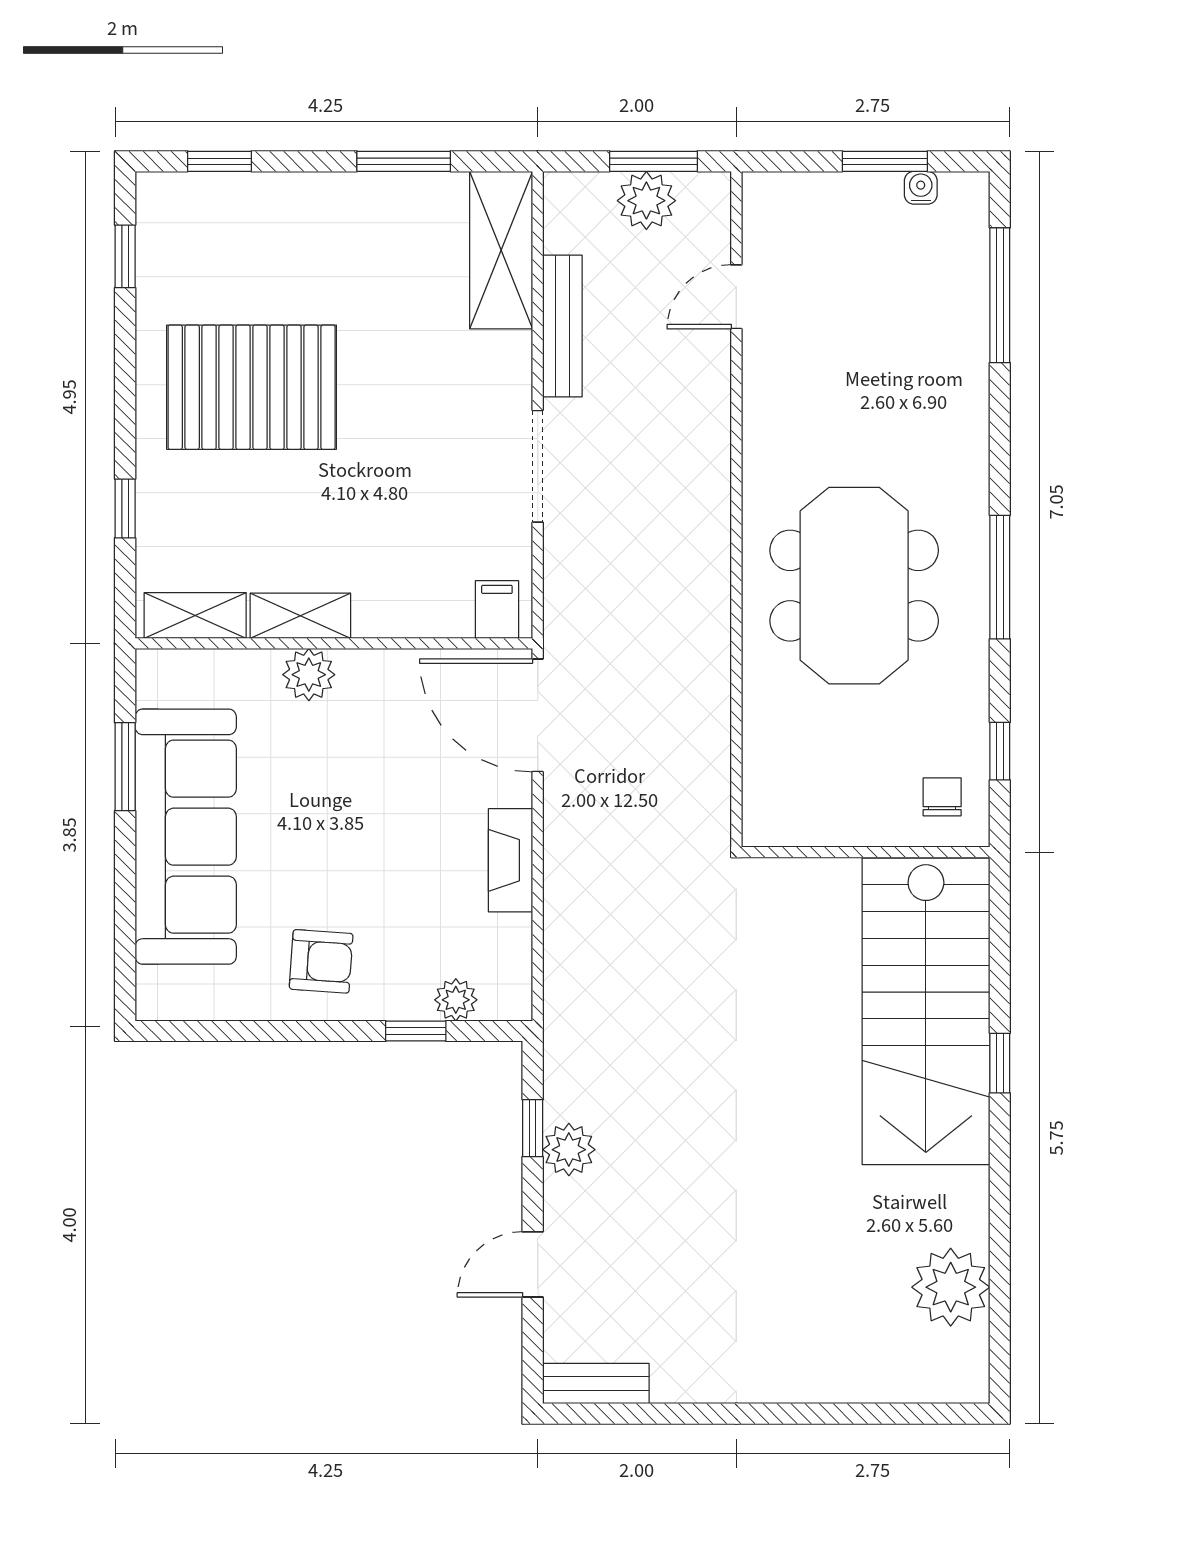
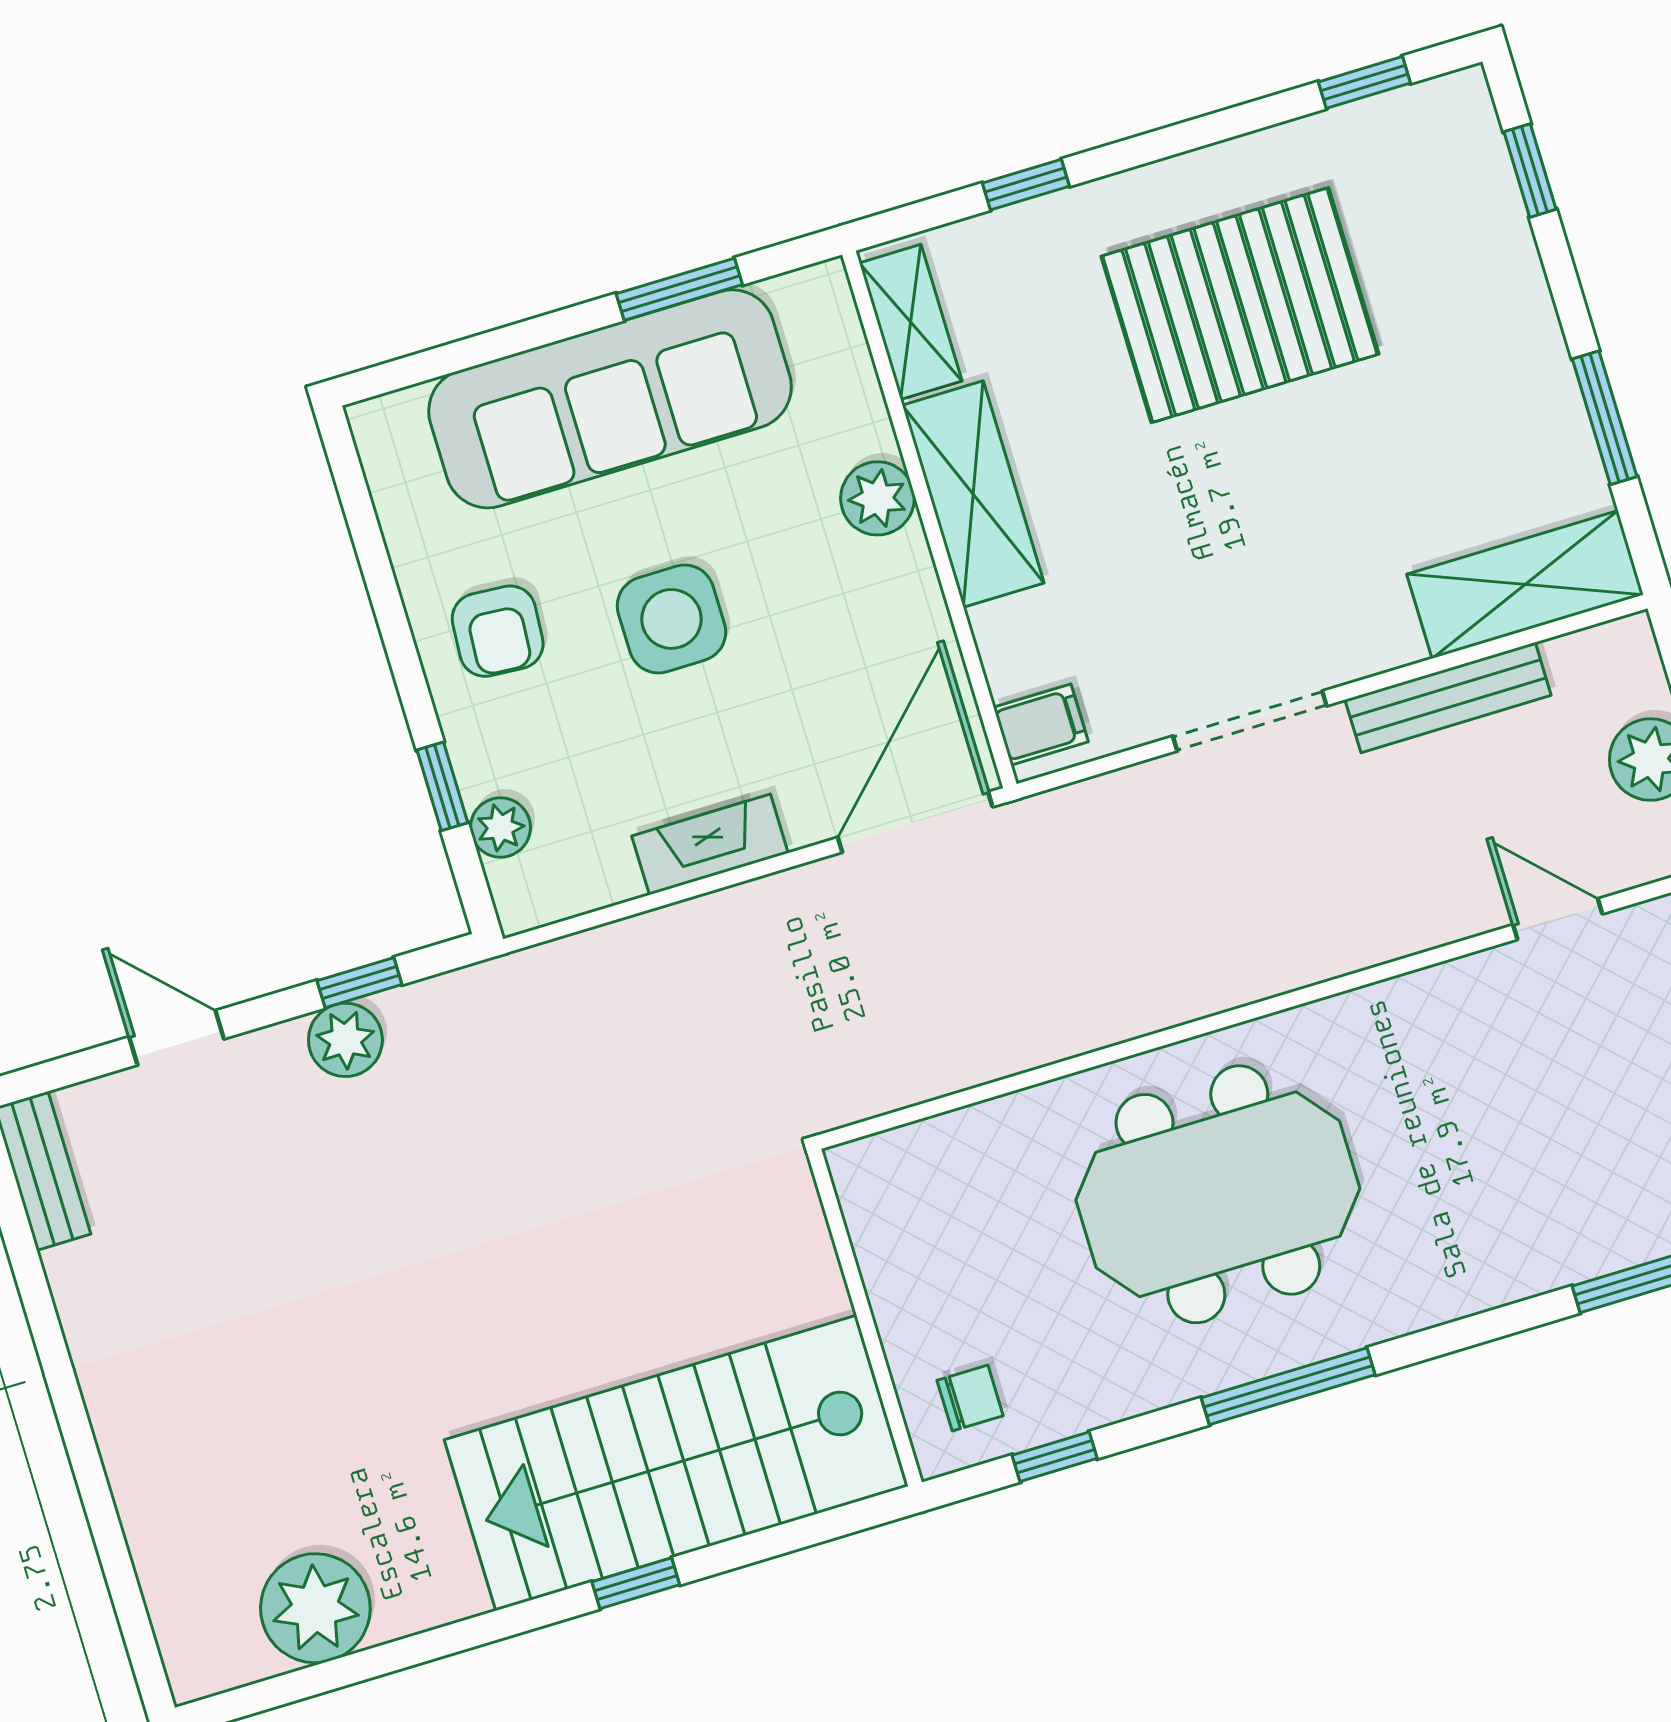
pallet: (252, 387) -> (1240, 305), turned 90
shelving: (300, 616) -> (973, 494), width x1.50, depth x1.33
side table: (349, 840) -> (671, 619), added

